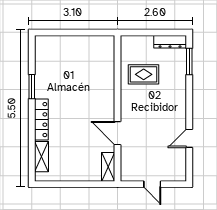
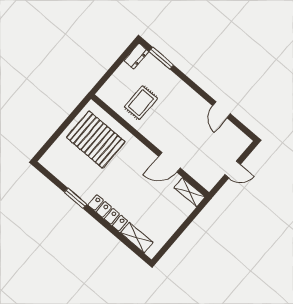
dresser: (170, 42) -> (136, 56), width x0.70
pallet: (88, 64) -> (96, 140), added

